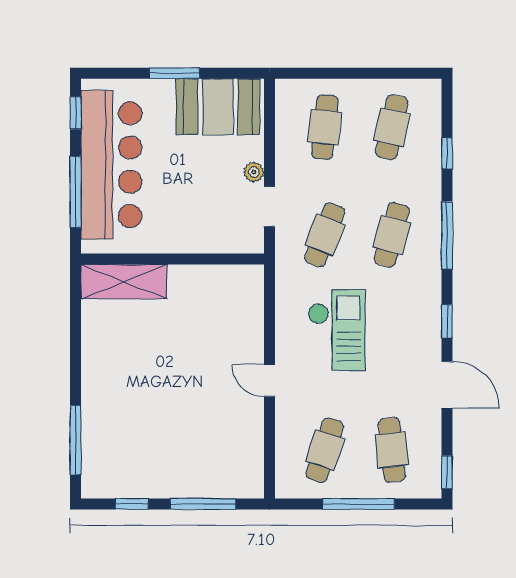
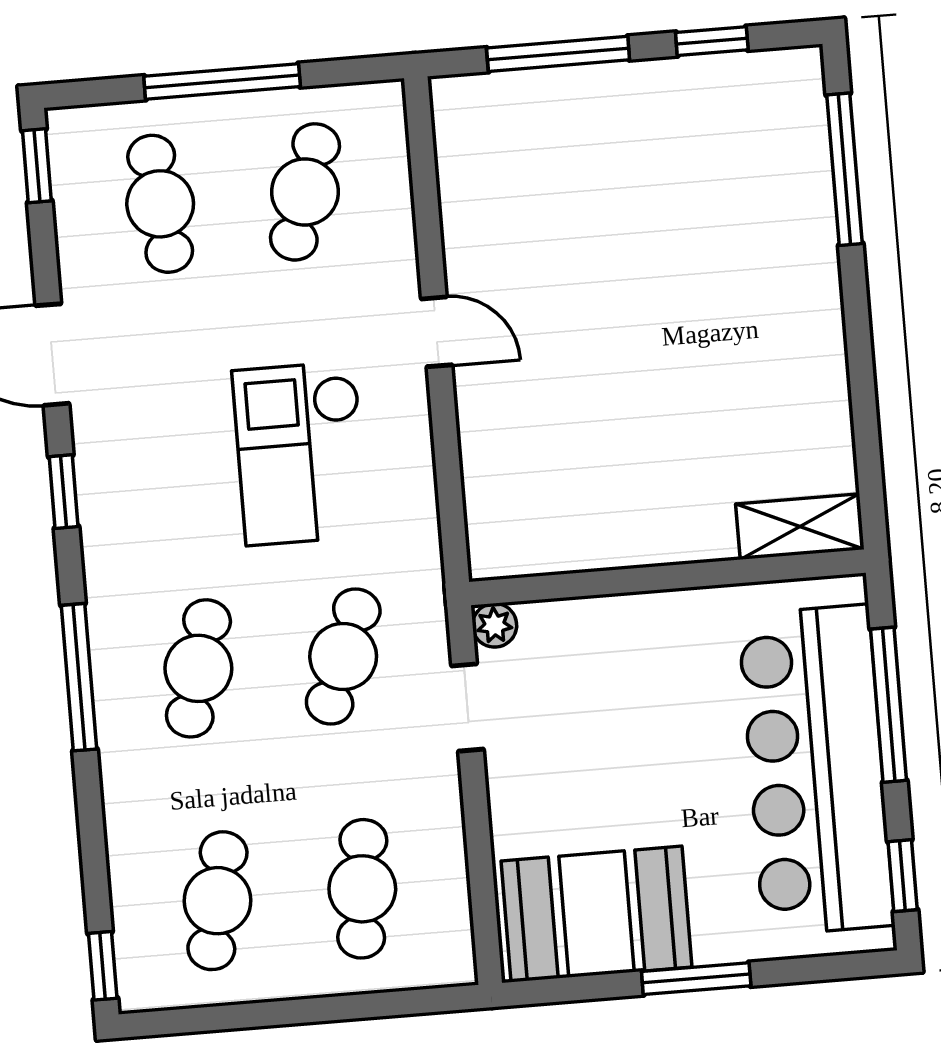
window: (447, 153) -> (103, 966), moved
plant: (254, 172) -> (495, 625), moved
shelving: (124, 282) -> (800, 527), width x0.67, depth x0.75

